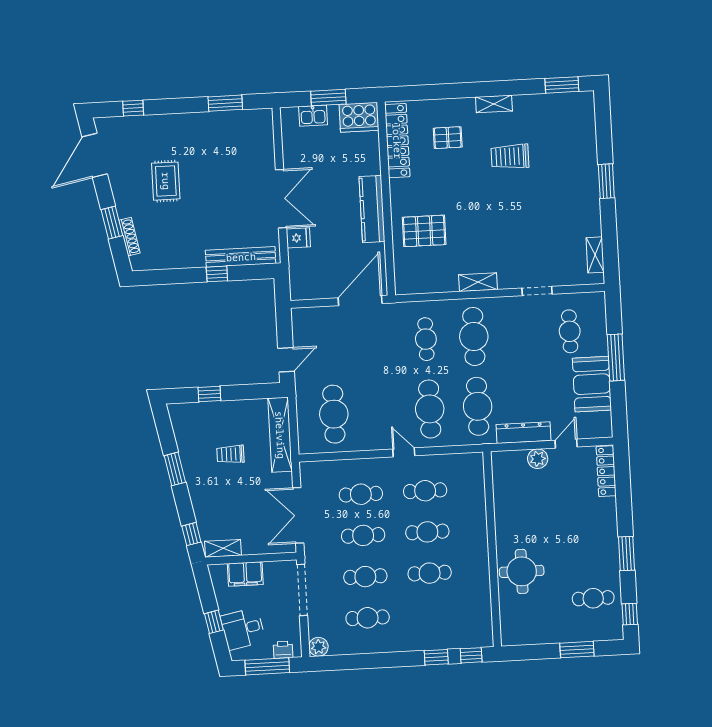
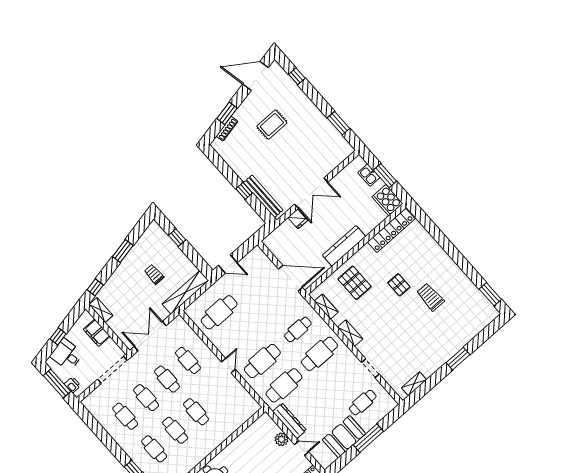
shelving: (494, 104) -> (326, 307), moved
pallet: (448, 138) -> (399, 285), moved
cafe table: (425, 491) -> (154, 449), moved
plant: (318, 647) -> (89, 402), removed

